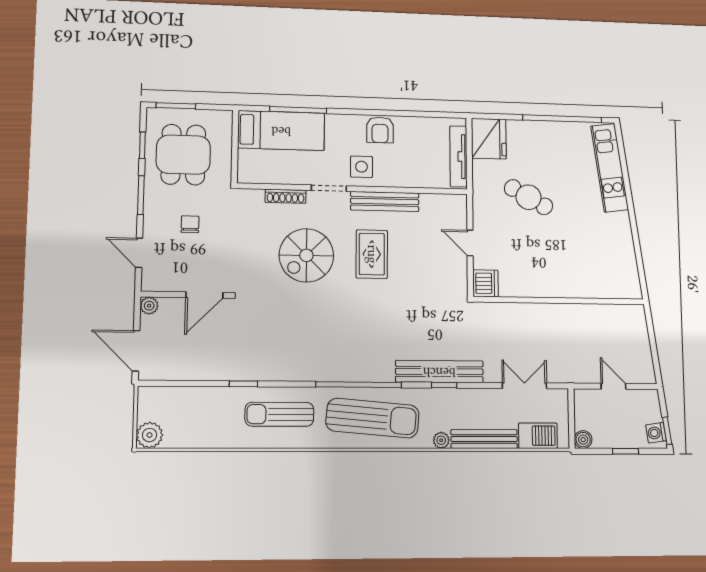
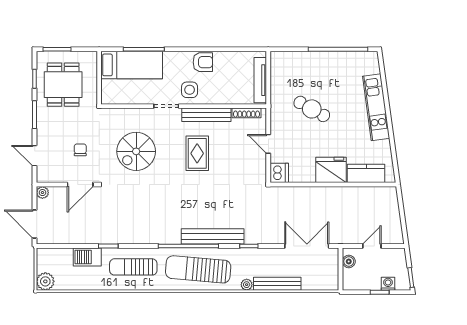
armchair: (380, 130) -> (203, 62), turned -90
fridge: (489, 139) -> (331, 170), moved, turned -90
kitchen unit: (610, 168) -> (376, 107), moved
shoe rack: (286, 196) -> (246, 113), moved
chair: (190, 224) -> (80, 150), moved
spiral stairs: (306, 255) -> (136, 151), moved
kitchen counter: (603, 286) -> (366, 173), added
bench: (439, 372) -> (213, 236), moved
double door: (525, 386) -> (307, 246), width x1.37
door: (613, 386) -> (372, 246), hinge flipped
sun lounger: (373, 418) -> (198, 269), turned 180
washing machine: (656, 433) -> (388, 284), moved, turned 98
barbecue: (538, 436) -> (87, 257), moved, turned 180
boiler: (583, 440) -> (349, 261), moved

